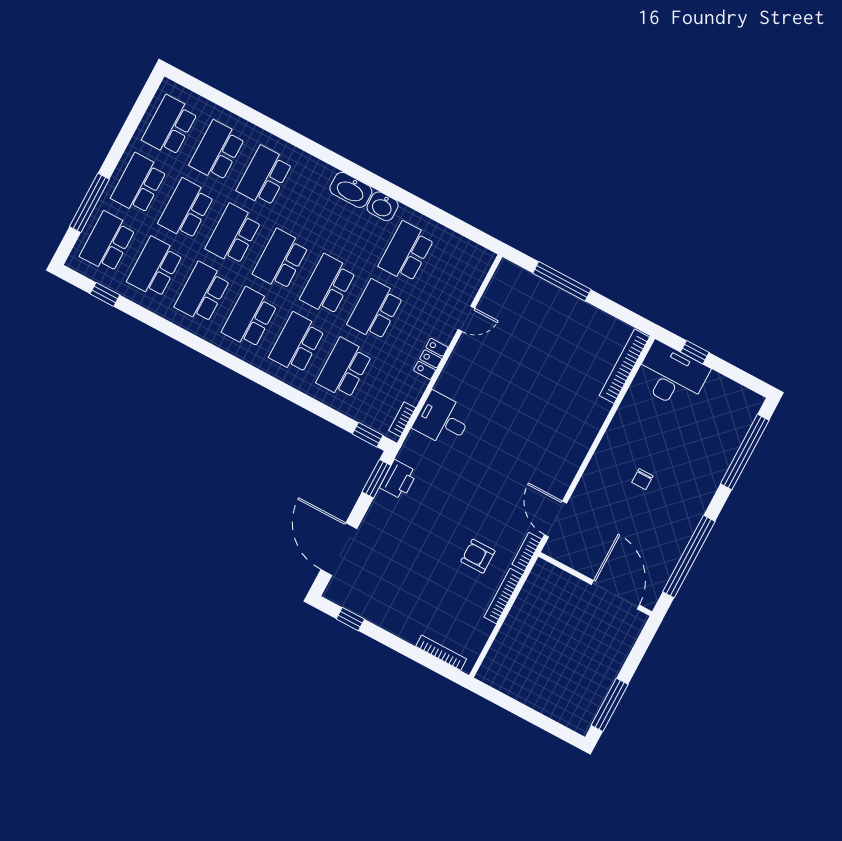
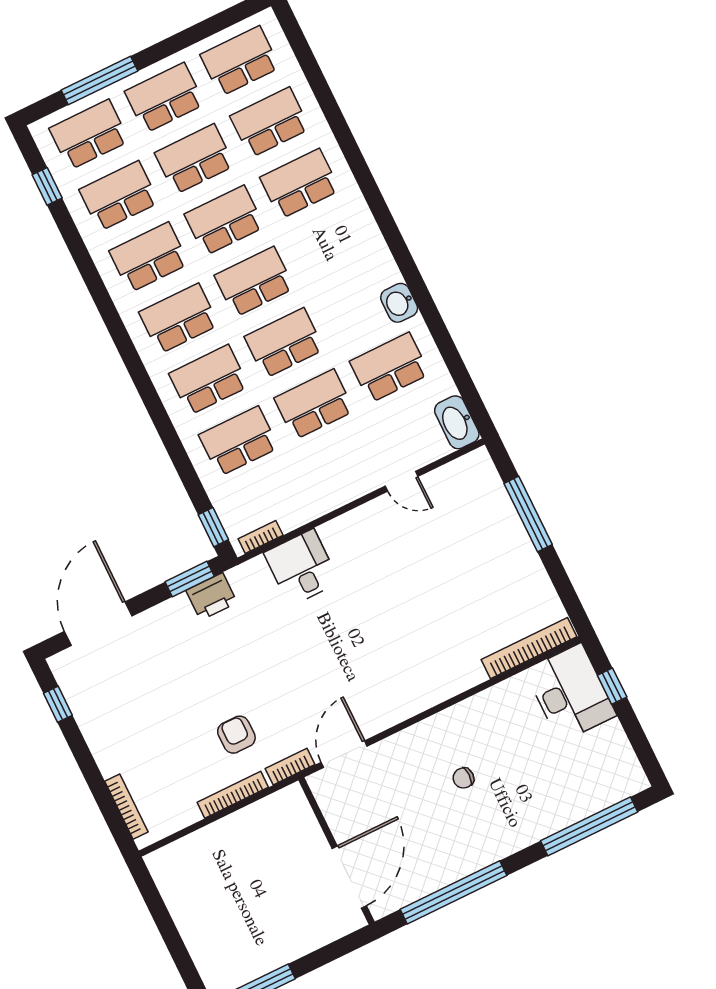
washbasin: (351, 190) -> (457, 422), moved
locker: (431, 359) -> (335, 496), removed

